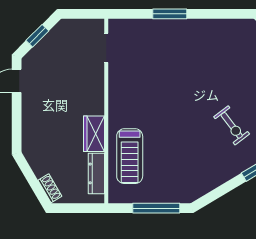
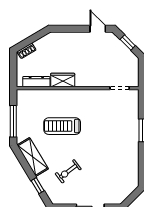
treadmill: (130, 156) -> (62, 126), moved
shelving: (210, 179) -> (33, 157), added

